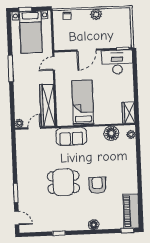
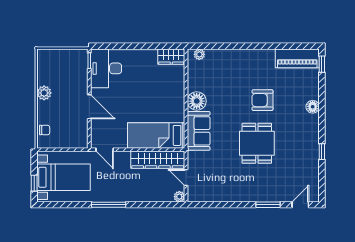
bed: (83, 103) -> (156, 135), moved
floor lamp: (111, 133) -> (197, 101), moved

